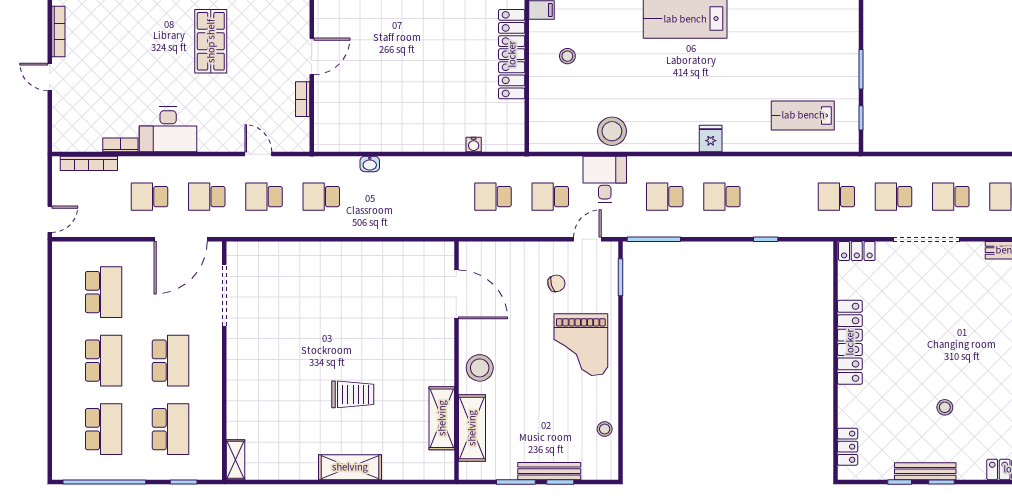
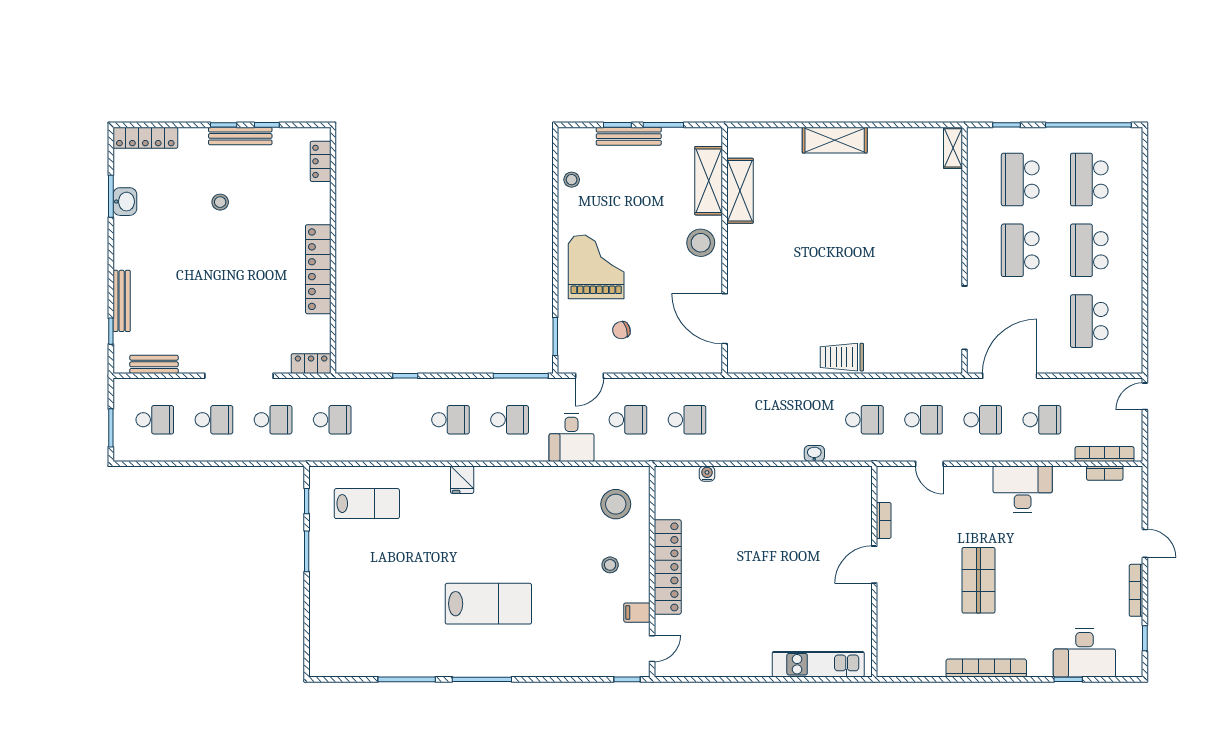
stool: (612, 131) -> (616, 504), moved
bookcase: (120, 145) -> (1105, 473), moved
trolley: (353, 394) -> (842, 357), moved

